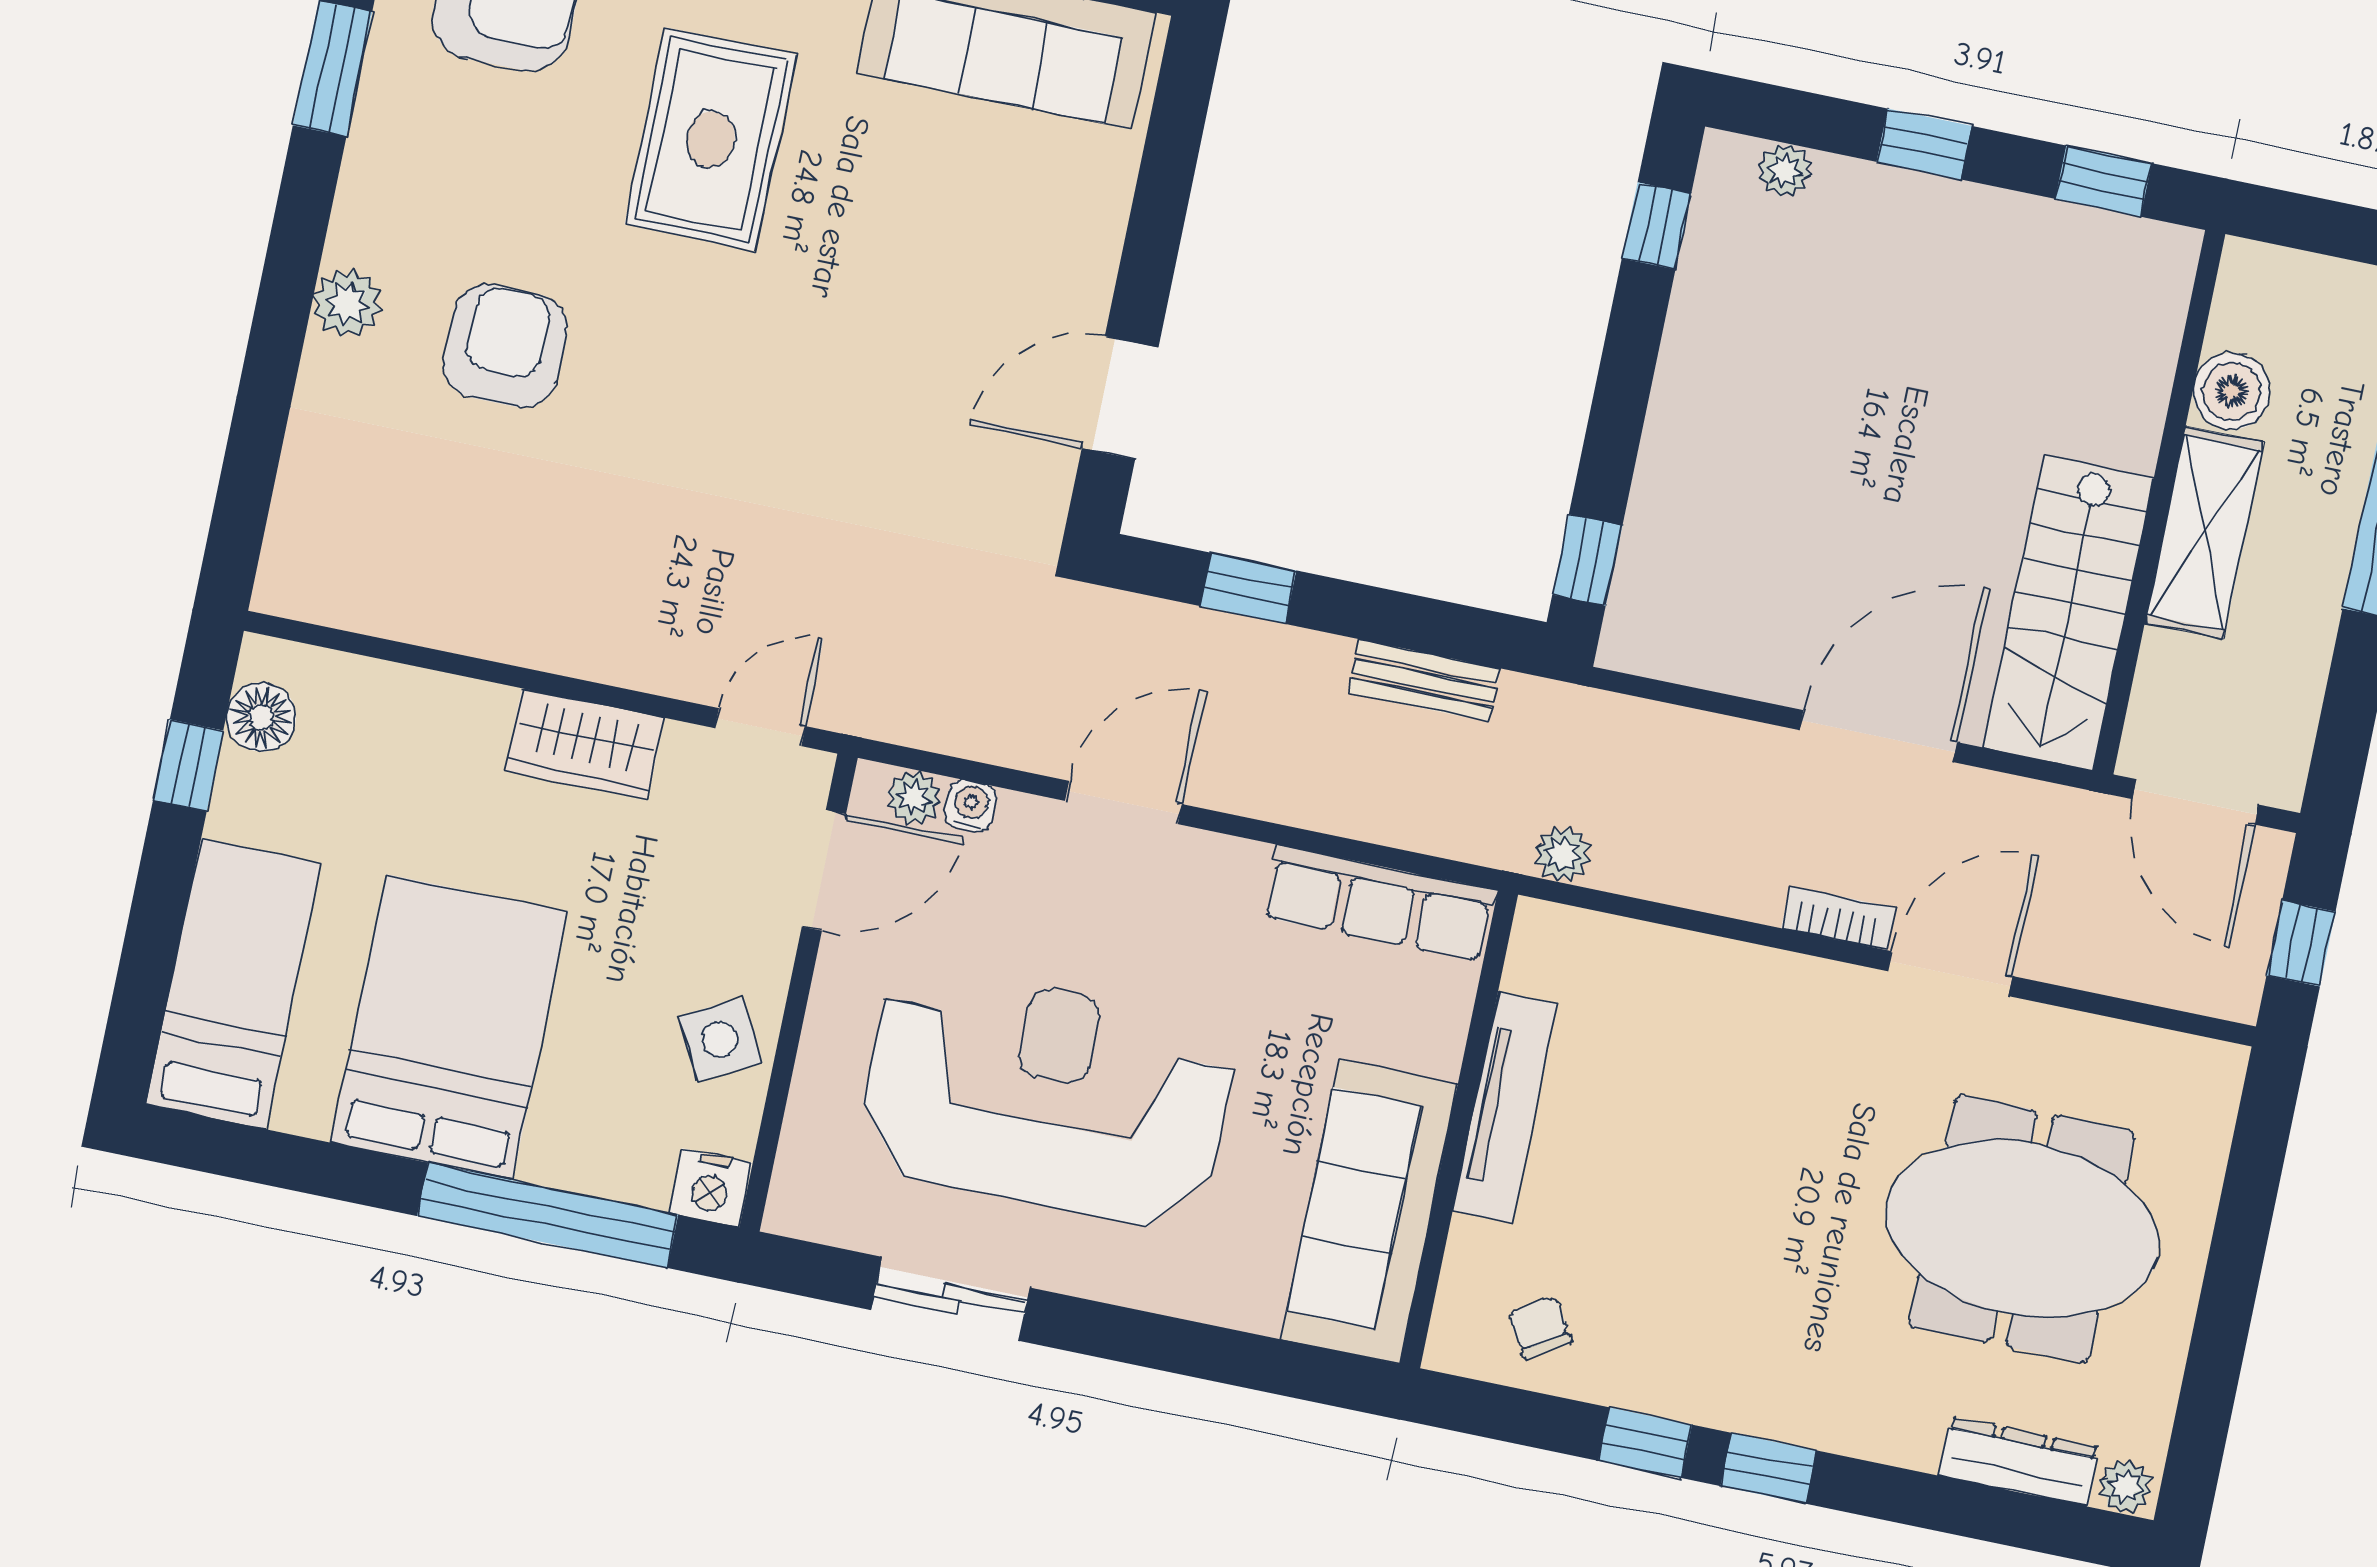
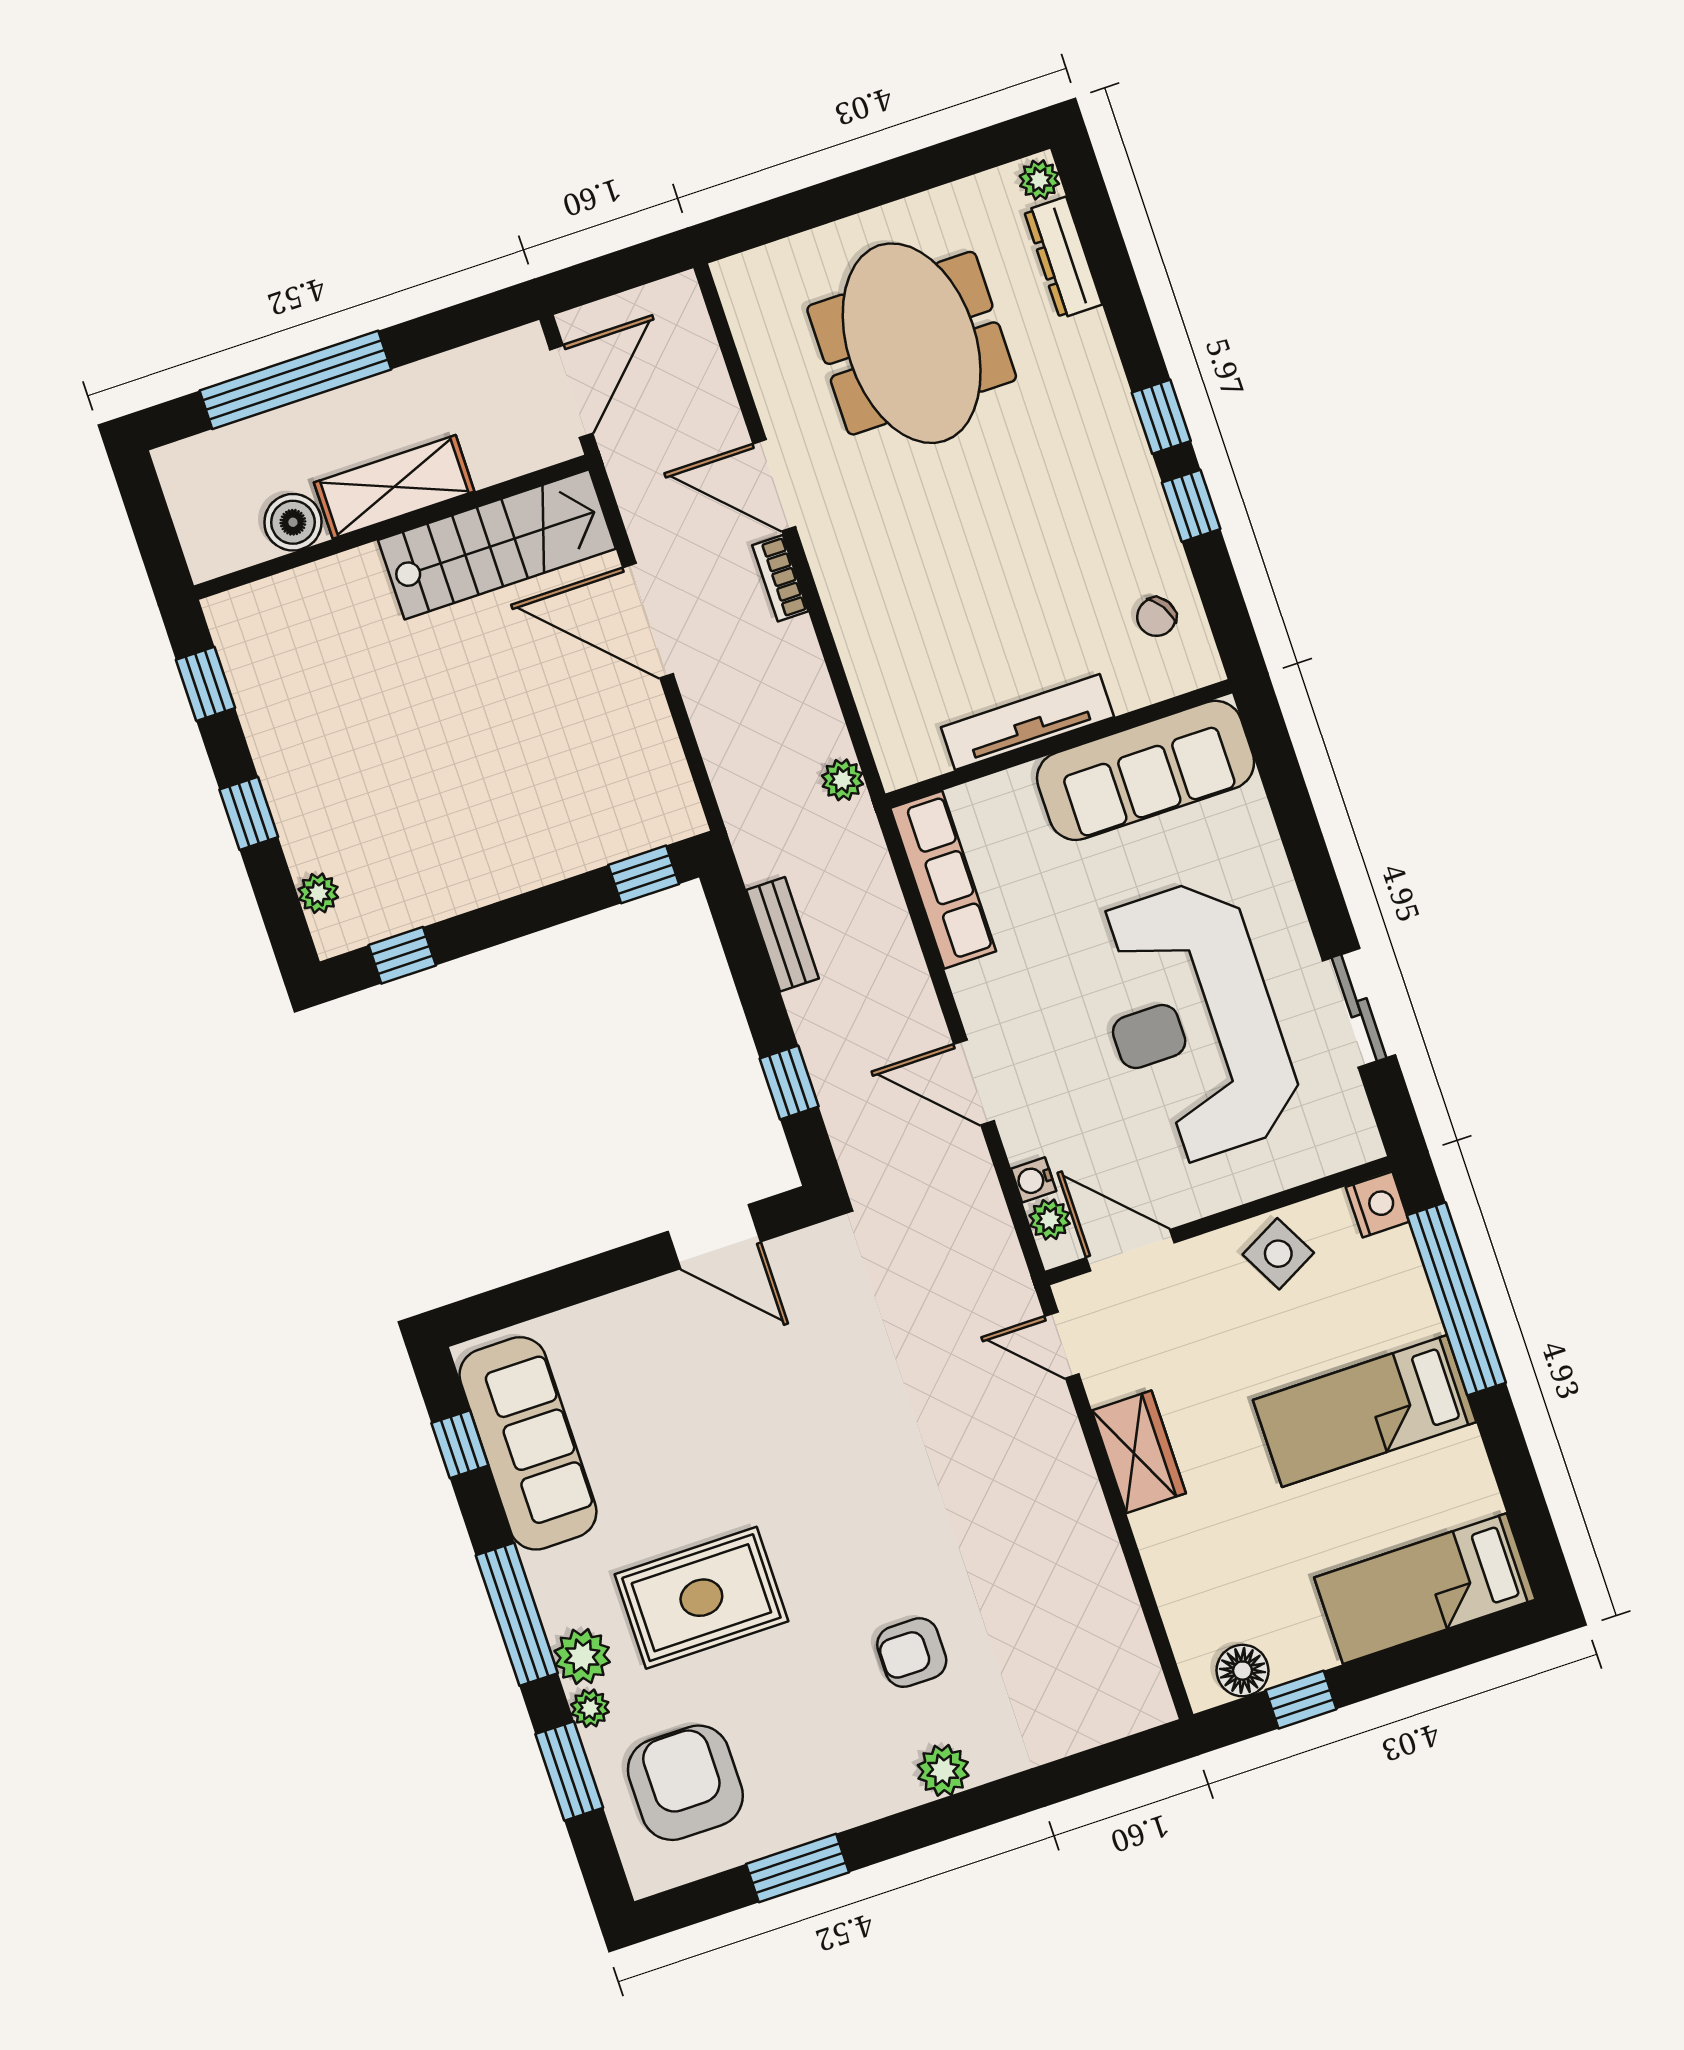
armchair: (505, 346) -> (912, 1653), width x0.72, depth x0.72
window: (2301, 944) -> (623, 270), removed
bed: (449, 1027) -> (1365, 1411), width x0.67

